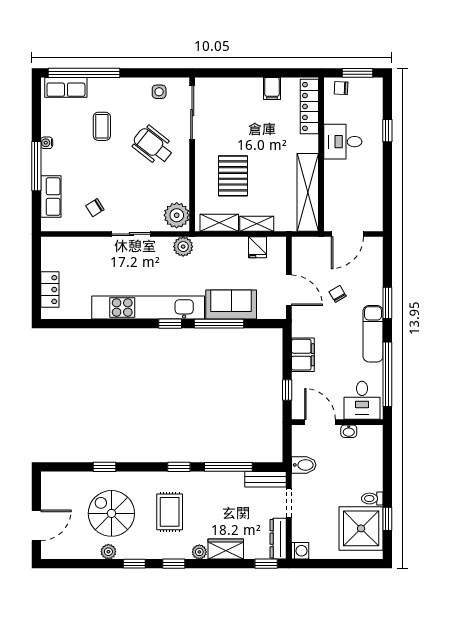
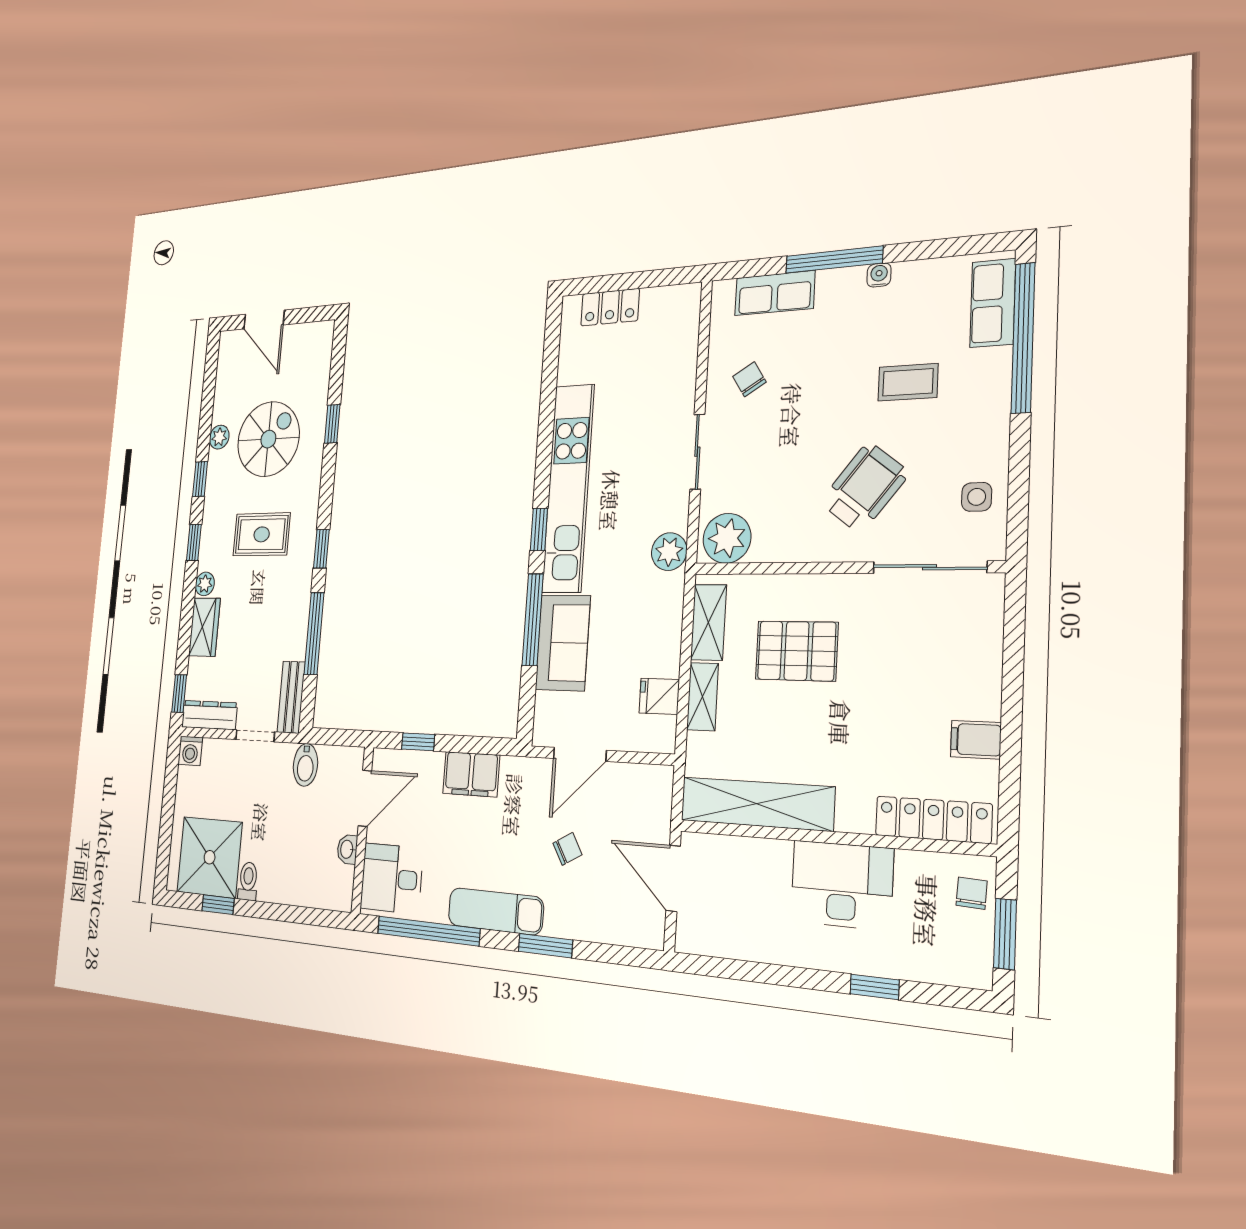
desk: (343, 142) -> (842, 885), width x1.37

